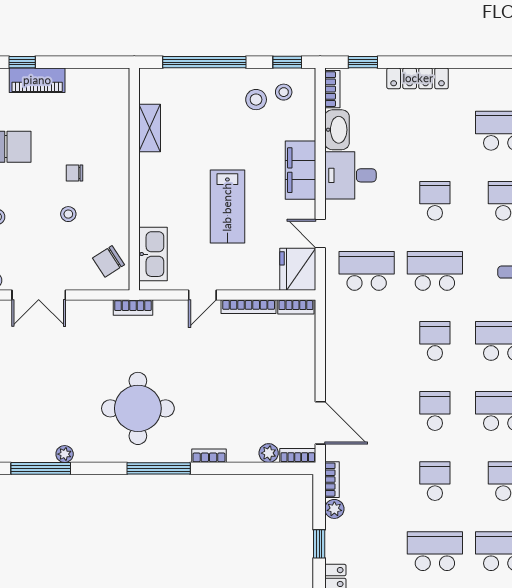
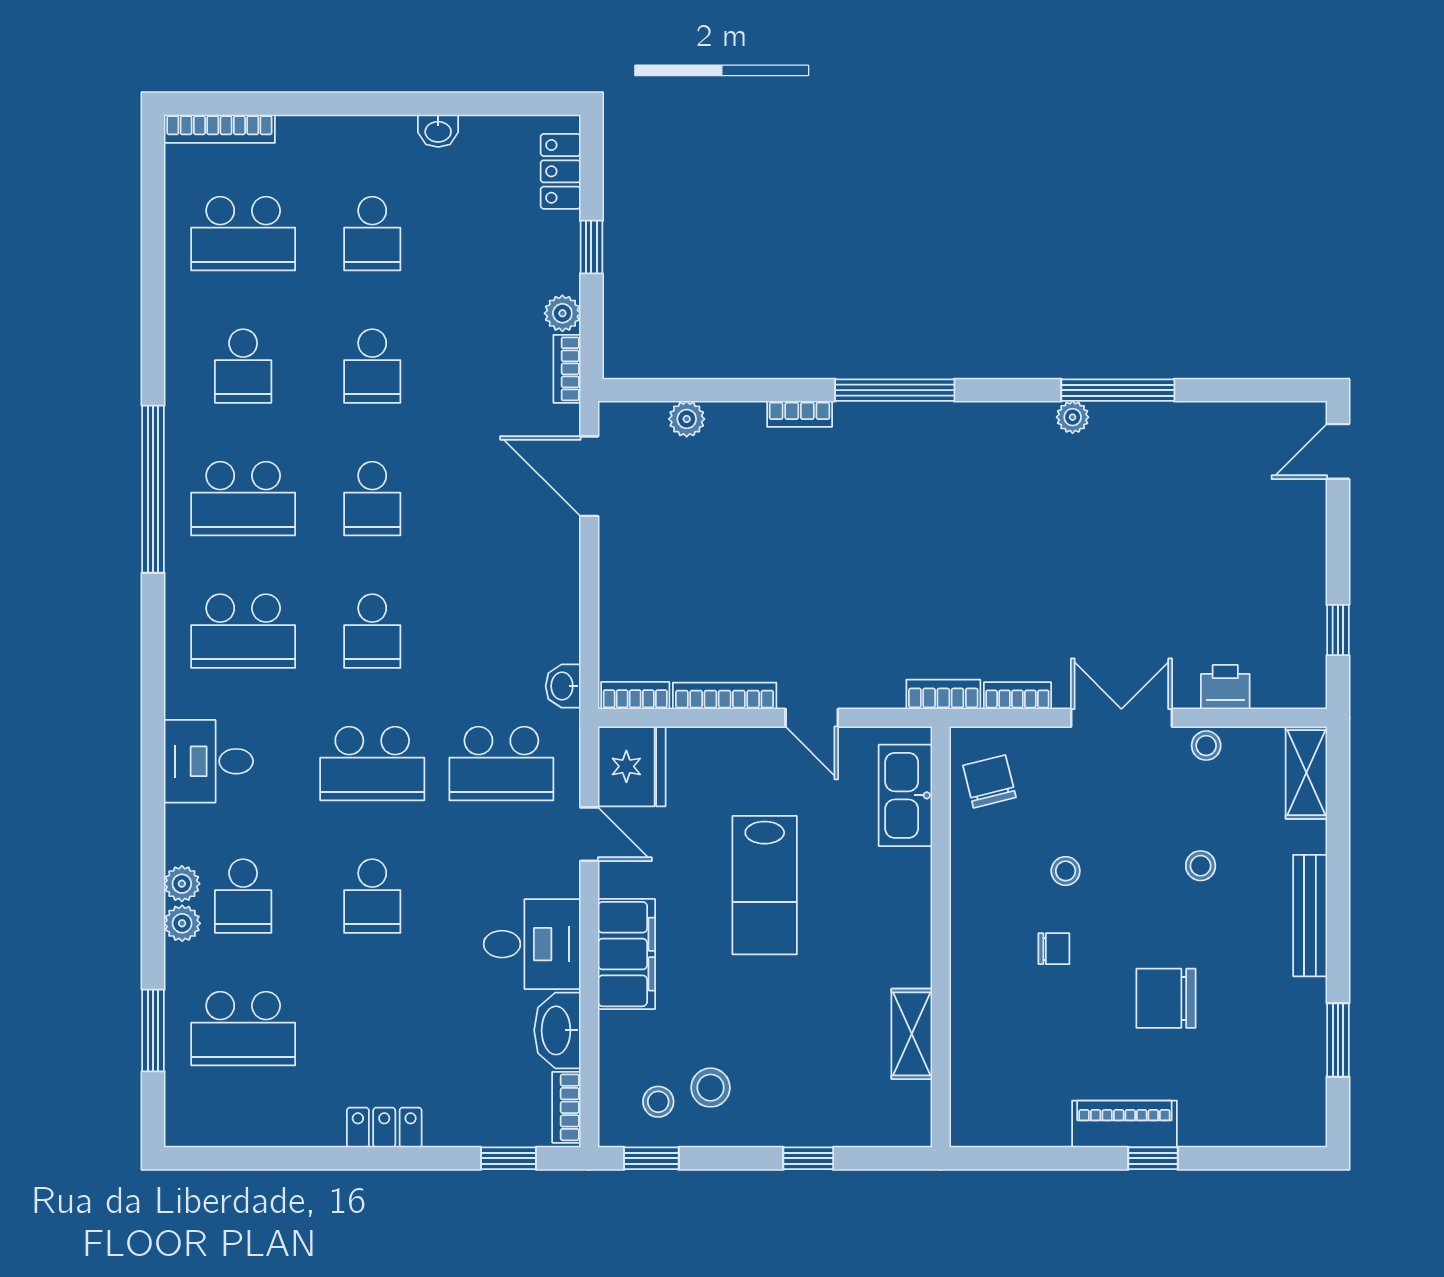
window: (204, 62) -> (808, 1158), width x0.32
locker: (418, 78) -> (384, 1128), width x0.66
lab bench: (227, 207) -> (765, 885), turned 180
chair: (109, 261) -> (989, 781), turned -71
door: (202, 295) -> (812, 718), swing flipped
washbasin: (334, 312) -> (563, 686), added
round table: (138, 408) -> (934, 503), removed
bookcase: (298, 455) -> (1017, 696), moved, turned 180
school desk: (435, 551) -> (372, 234), width x0.54

